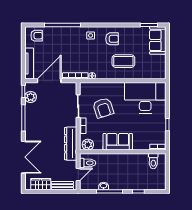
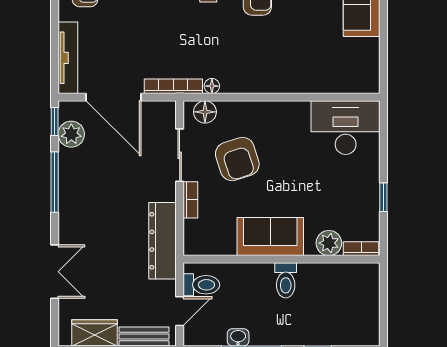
coffee table: (123, 61) -> (283, 52), removed
door: (49, 81) -> (114, 97), swing flipped
floor lamp: (89, 87) -> (205, 112), added
desk: (145, 98) -> (346, 128), width x0.73, depth x0.77
plant: (88, 145) -> (329, 243), moved
double door: (23, 157) -> (55, 272), width x0.73
toilet: (153, 161) -> (286, 280), moved

